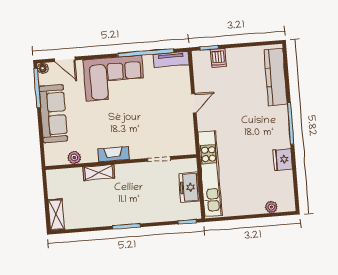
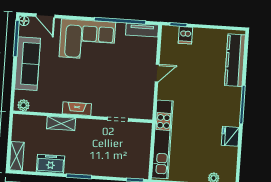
plant: (74, 157) -> (24, 105), moved
freezer: (189, 187) -> (51, 164), moved, turned 90

